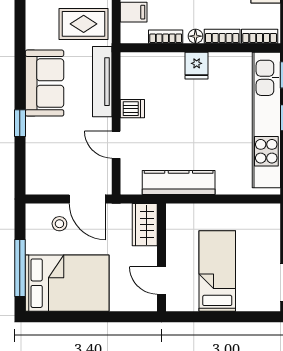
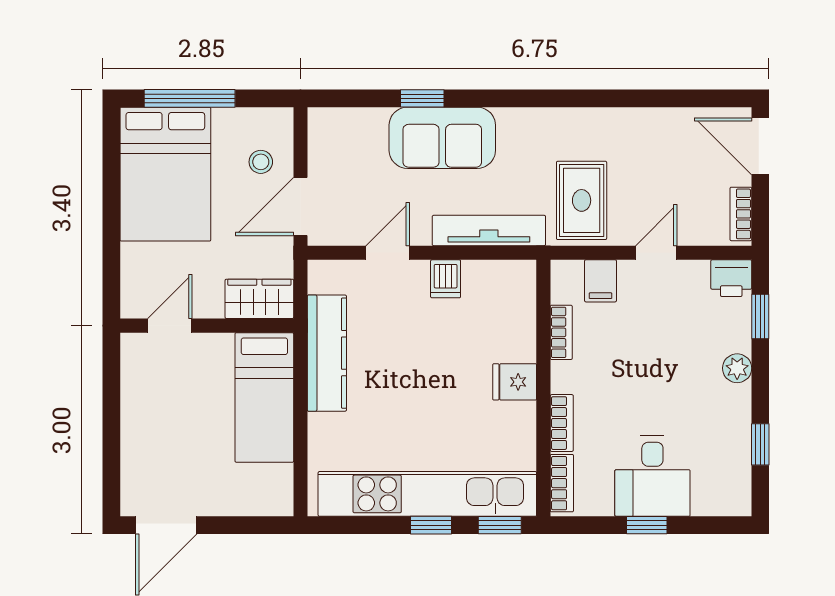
floor lamp: (195, 36) -> (562, 380), removed
sofa: (44, 83) -> (442, 138), moved
bed: (217, 271) -> (264, 397), moved, turned 90

